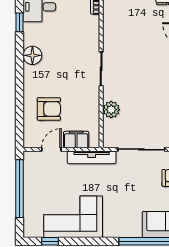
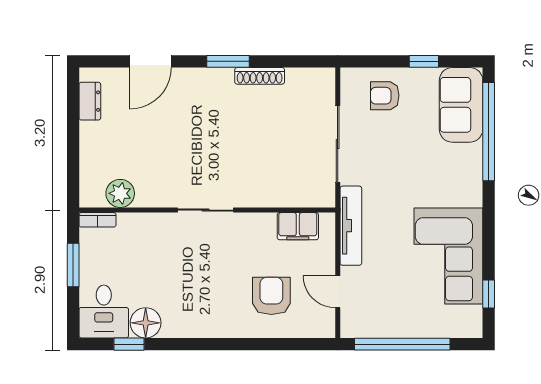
floor lamp: (32, 55) -> (146, 323), moved
plant: (111, 110) -> (120, 193), moved
filing cabinet: (76, 140) -> (298, 226), moved, turned -90

